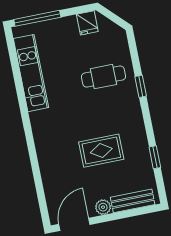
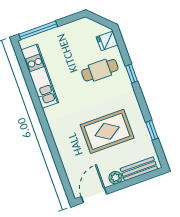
fridge: (87, 23) -> (107, 41), moved, turned 90
rug: (101, 151) -> (107, 131), width x1.36, depth x1.43

